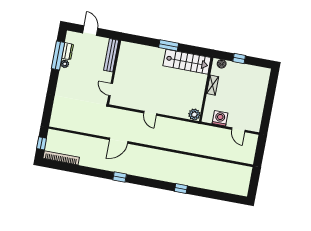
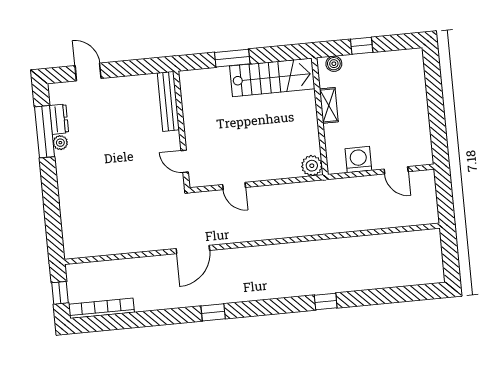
bench: (111, 55) -> (168, 101), moved
wall: (114, 72) -> (182, 130), moved
door: (111, 90) -> (185, 161), moved

